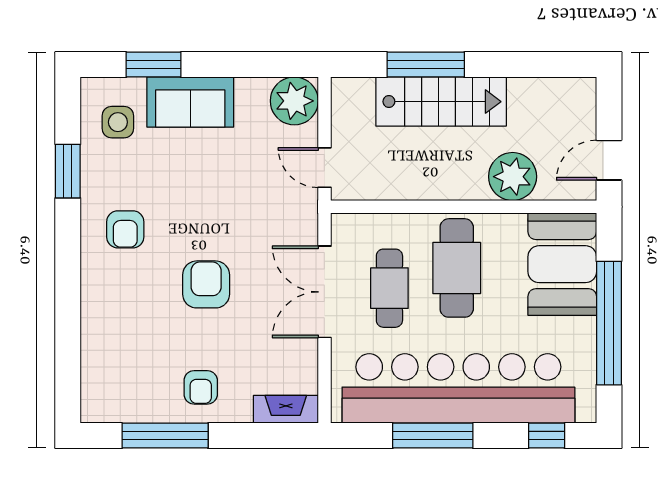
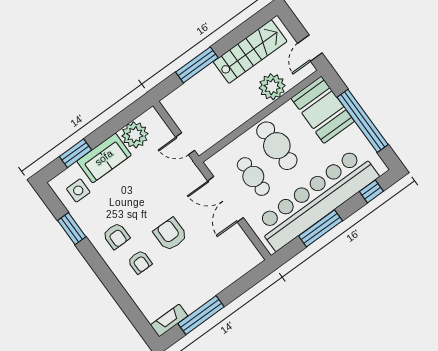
plant: (294, 101) -> (135, 135), moved
stairs: (441, 102) -> (250, 52), moved
armchair: (201, 387) -> (140, 262), moved
fireplace: (286, 409) -> (169, 320), moved

